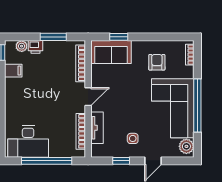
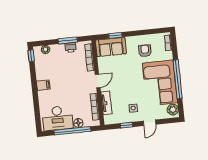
printer: (36, 47) -> (71, 47), moved
filing cabinet: (13, 71) -> (43, 85), moved
floor lamp: (56, 151) -> (78, 123), added

